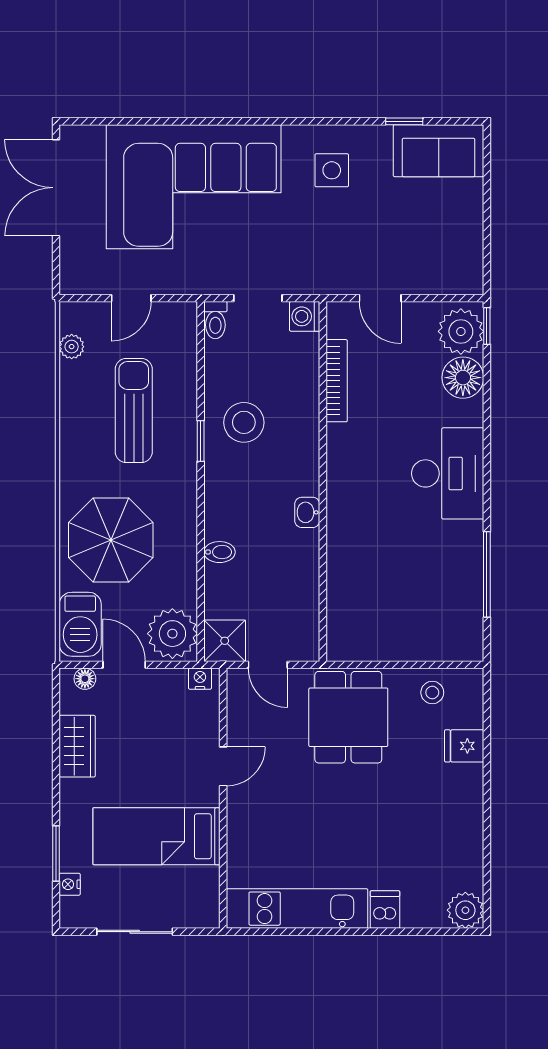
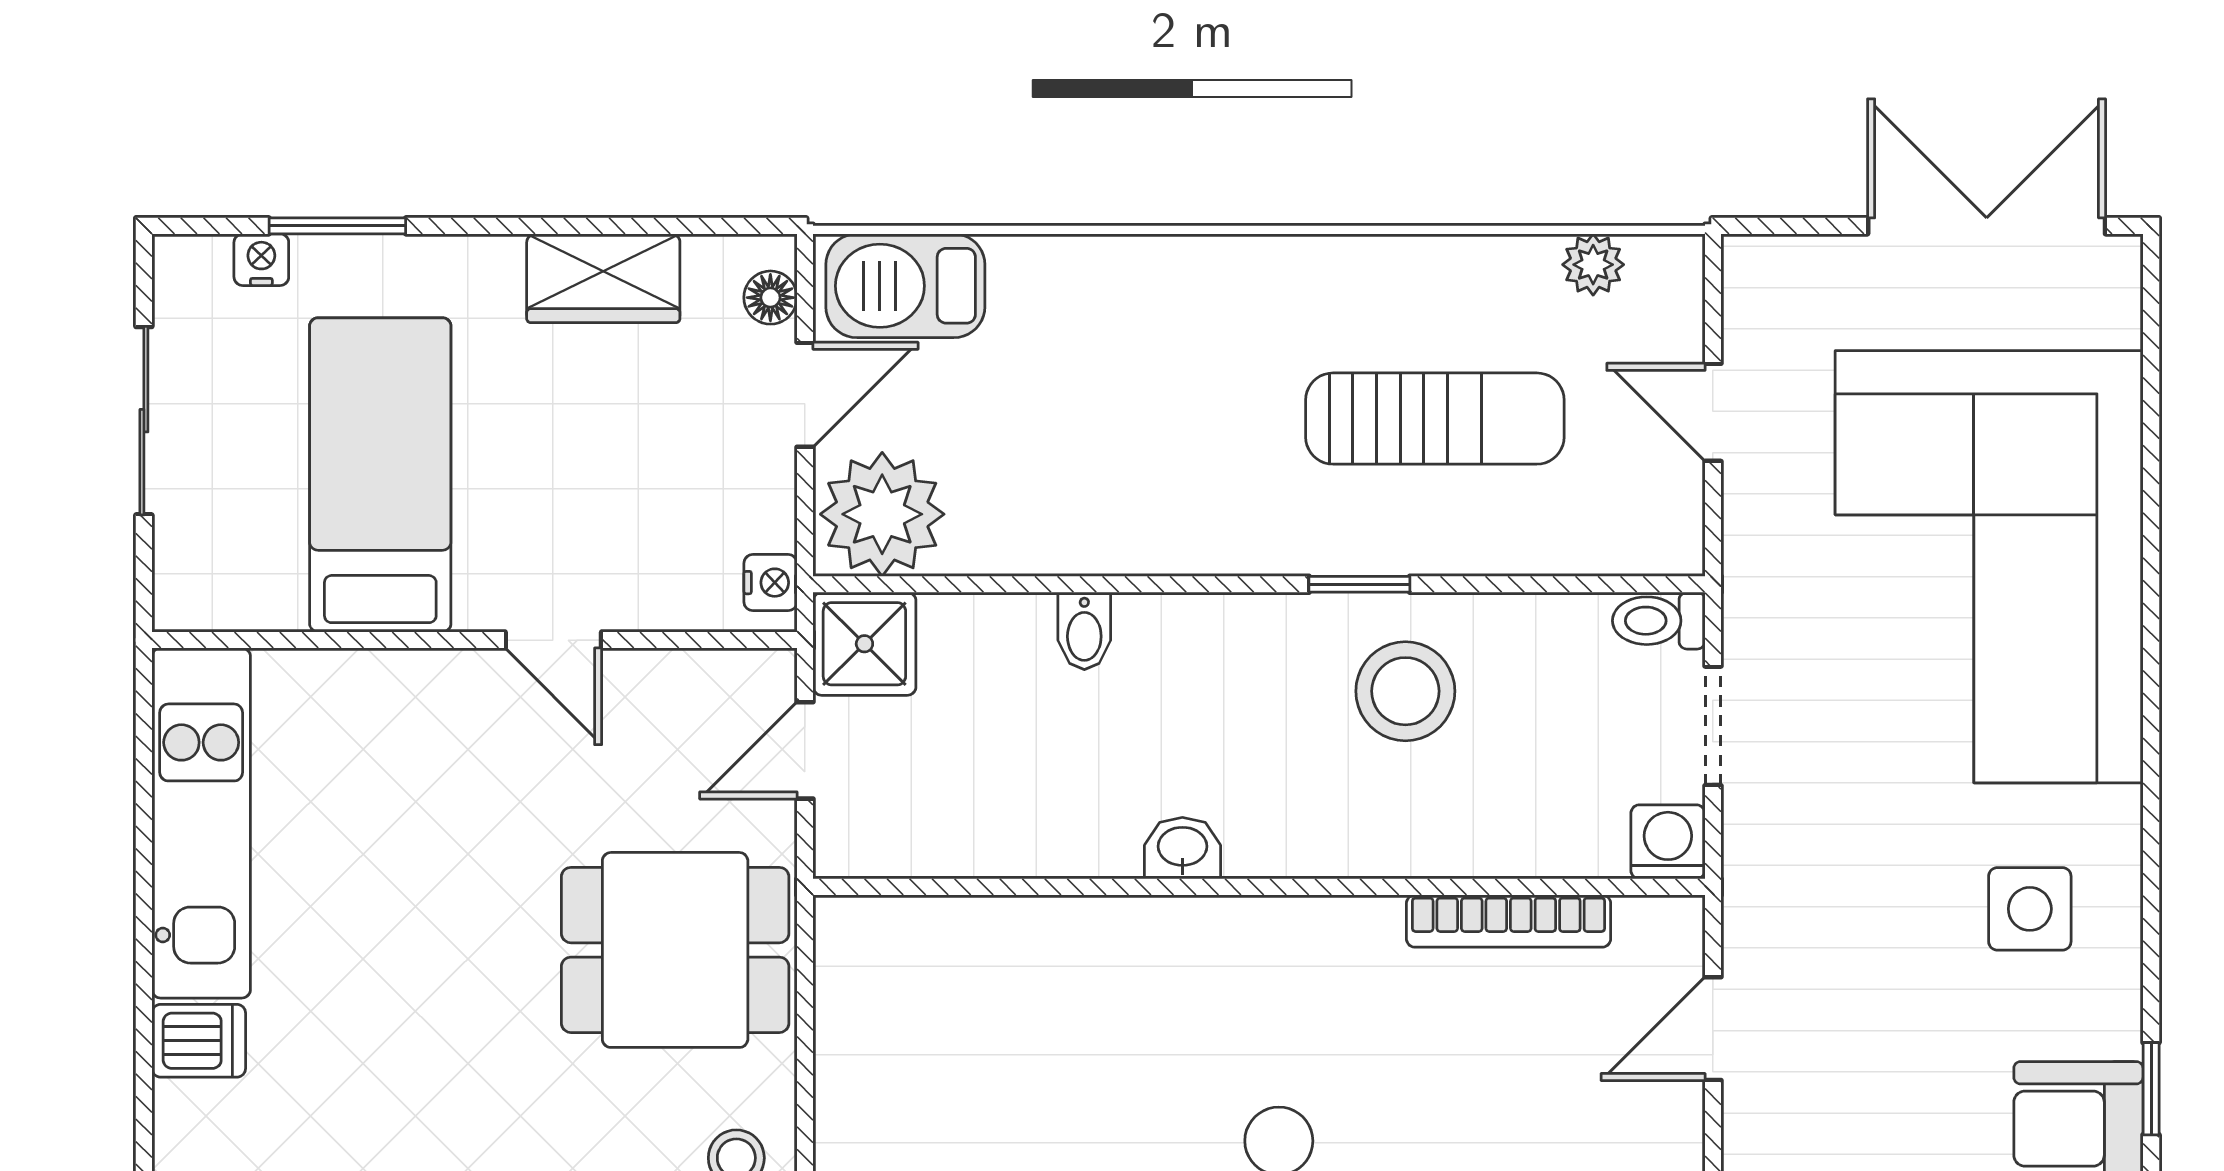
parasol: (111, 540) -> (1114, 362), removed

